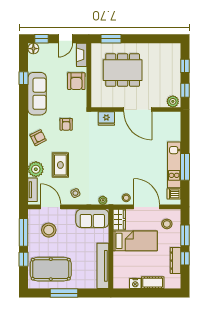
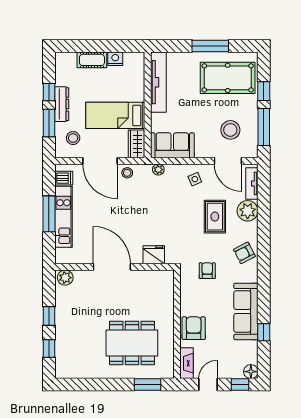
plant: (173, 101) -> (65, 278), moved
wall: (136, 109) -> (114, 267), moved
door: (138, 109) -> (112, 267), moved
fridge: (106, 119) -> (154, 255), moved
dresser: (175, 261) -> (62, 104), moved

